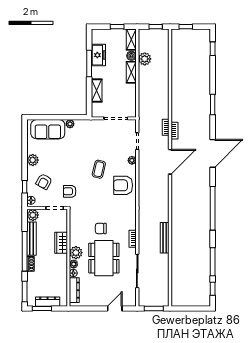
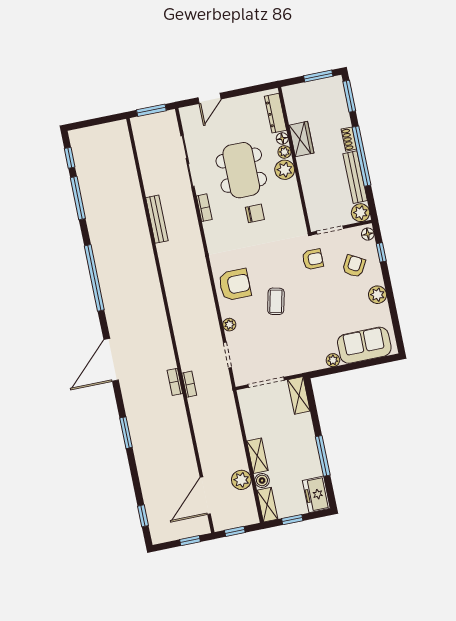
freezer: (98, 55) -> (316, 494), moved
shelving: (97, 90) -> (299, 395), moved
door: (170, 162) -> (205, 496), moved
wardrobe: (61, 243) -> (301, 139), moved
dresser: (48, 302) -> (312, 88), removed

